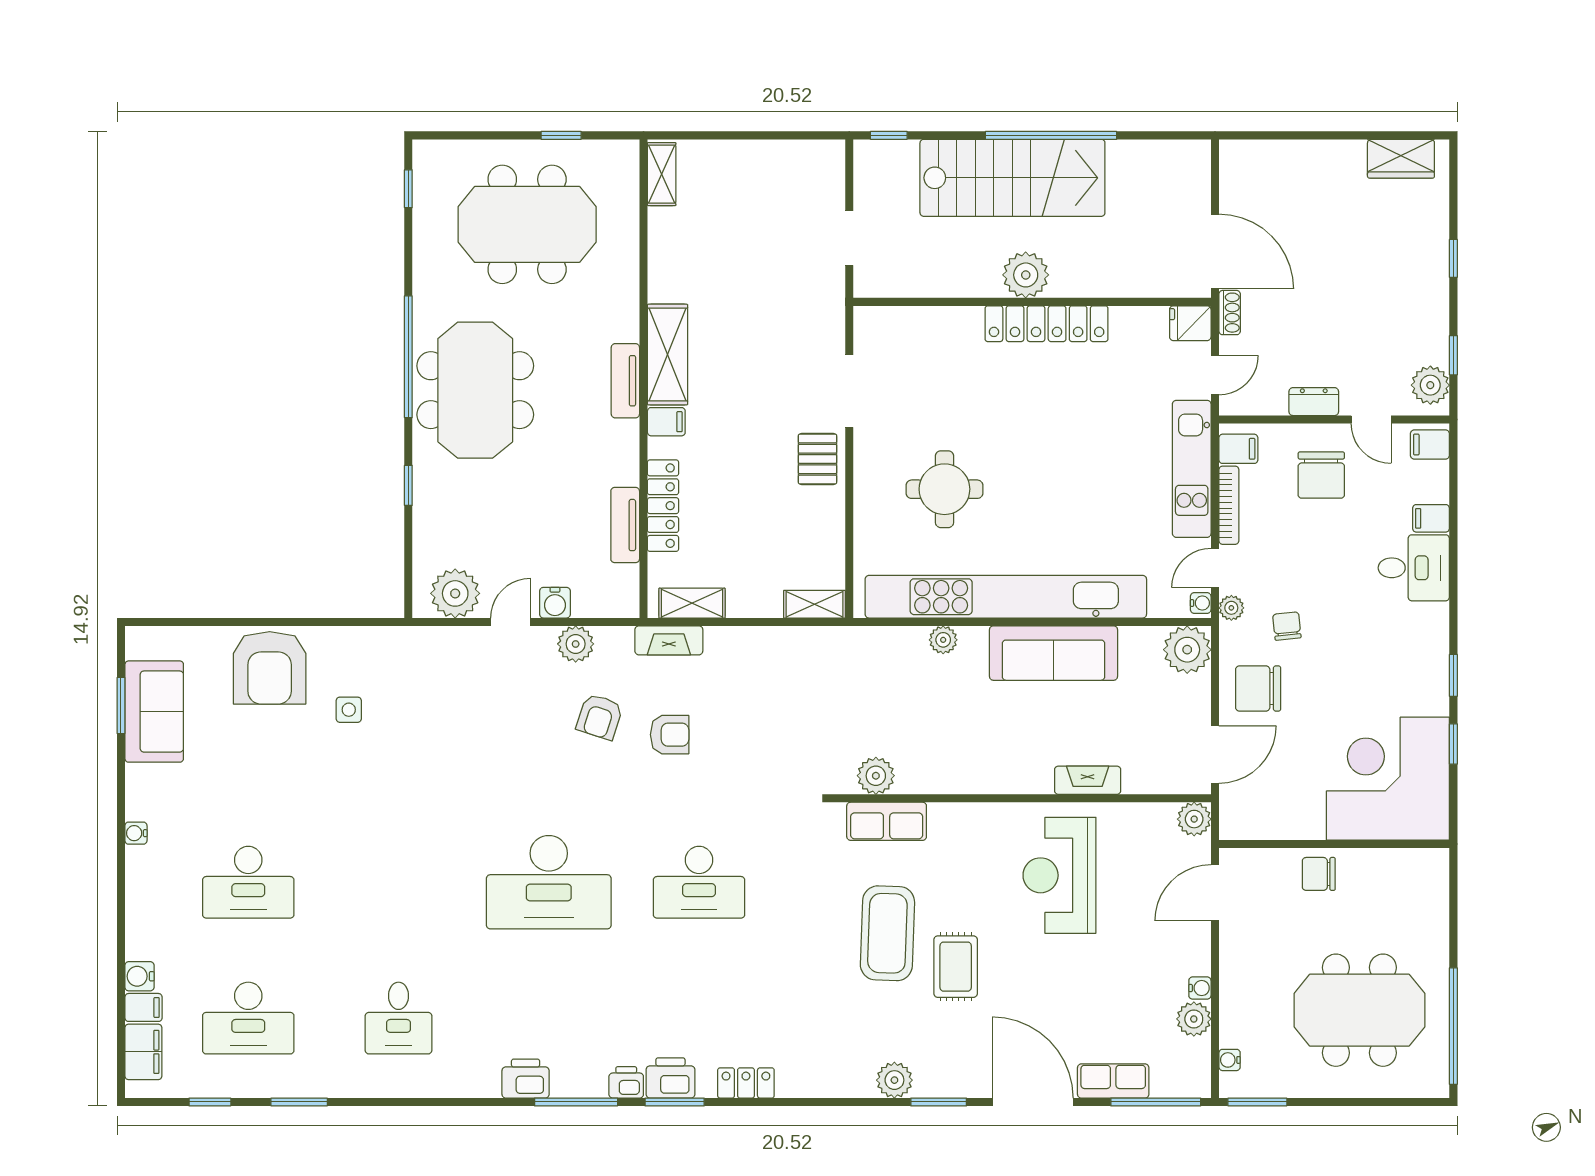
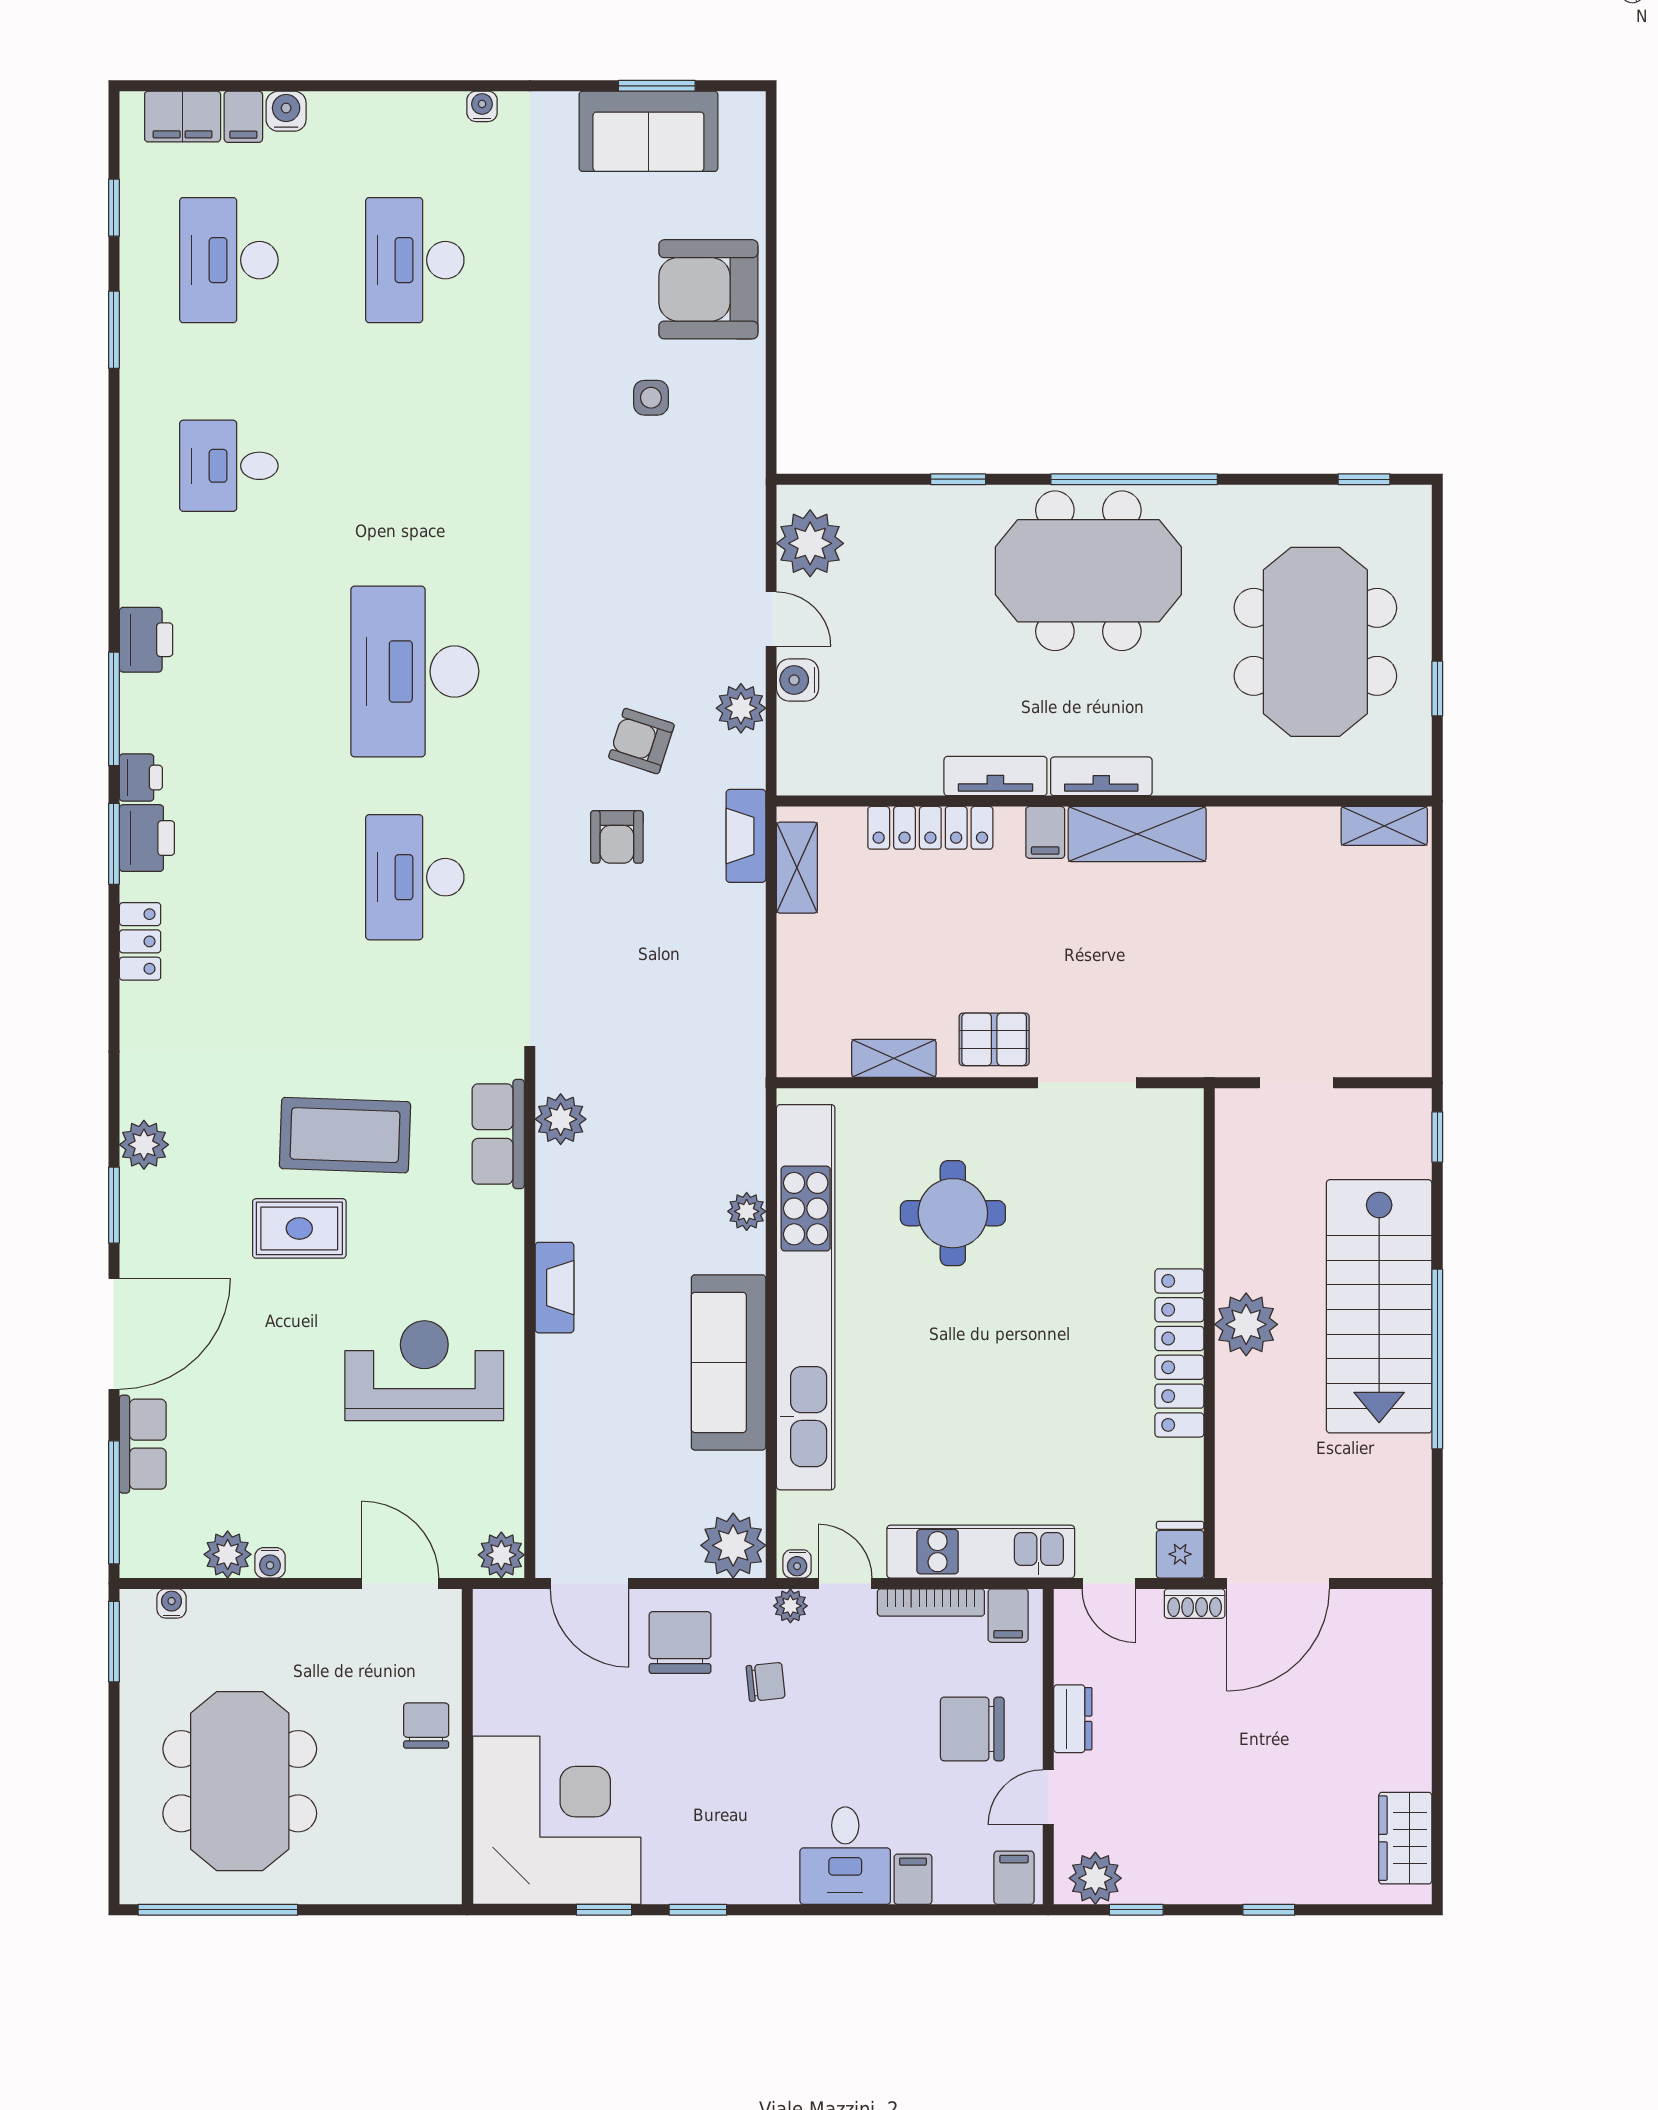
tv unit: (625, 525) -> (995, 776), moved
shelving: (814, 604) -> (894, 1058), moved, turned 90
fireplace: (1088, 780) -> (554, 1288), moved

